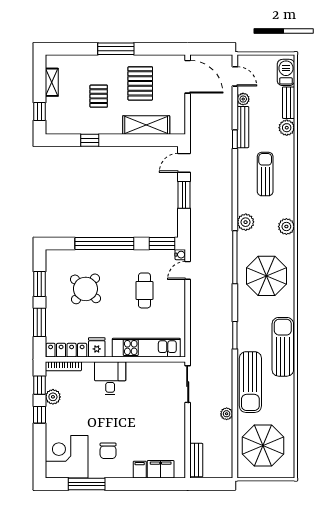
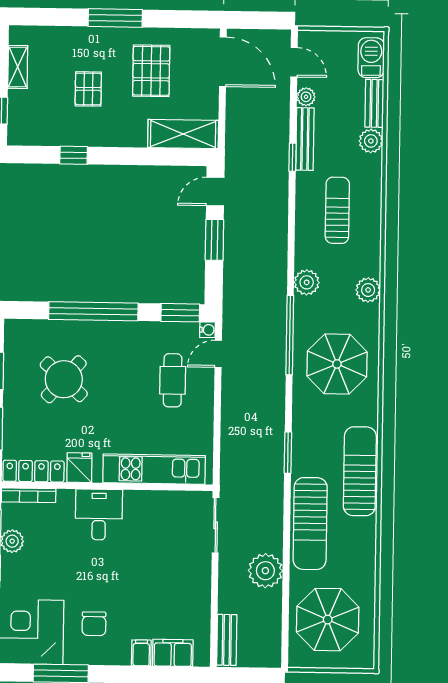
shelving: (146, 125) -> (183, 134), moved
cafe table: (144, 290) -> (173, 380), moved
plant: (227, 414) -> (265, 571), width x1.88, depth x1.88

